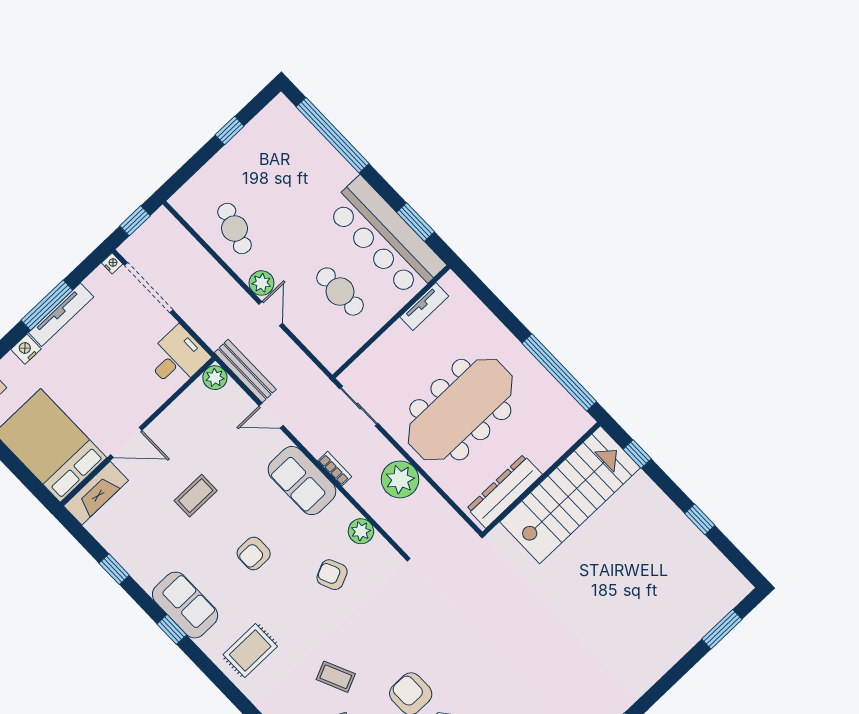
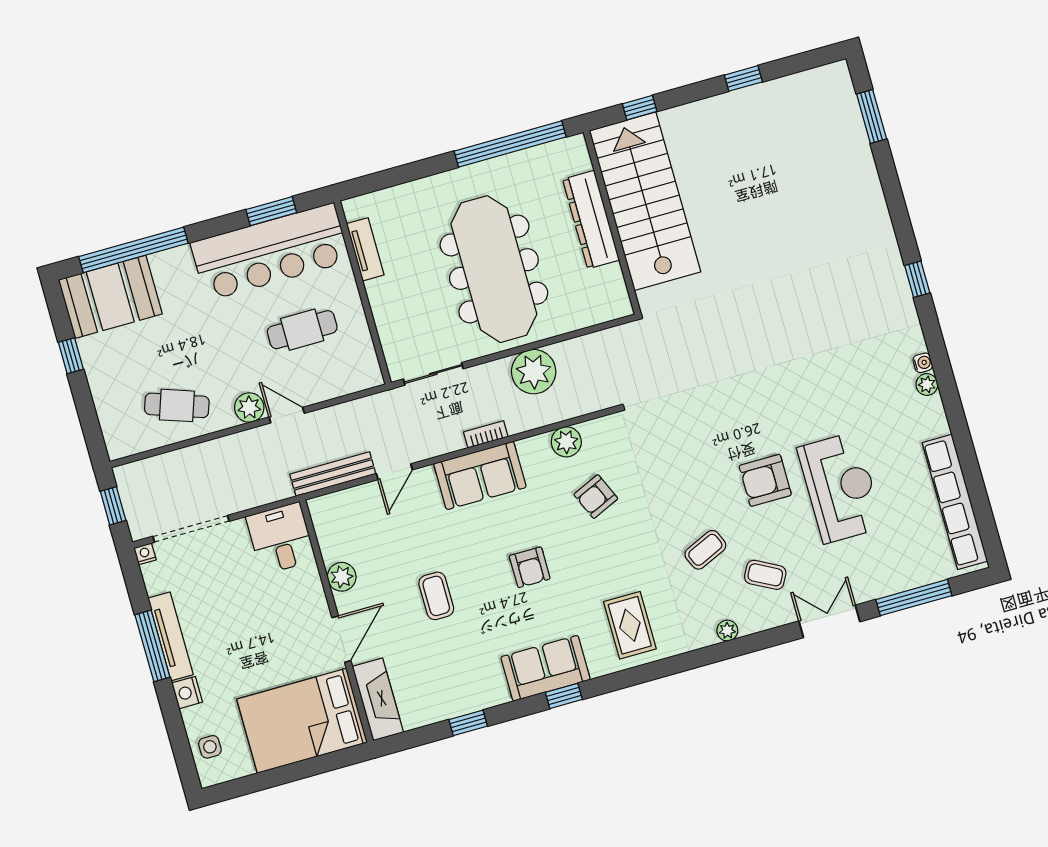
booth: (289, 137) -> (110, 297), added
plant: (215, 378) -> (342, 577), moved
dresser: (505, 491) -> (591, 220), moved

